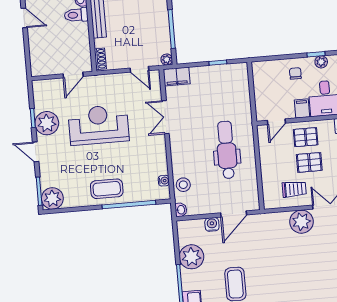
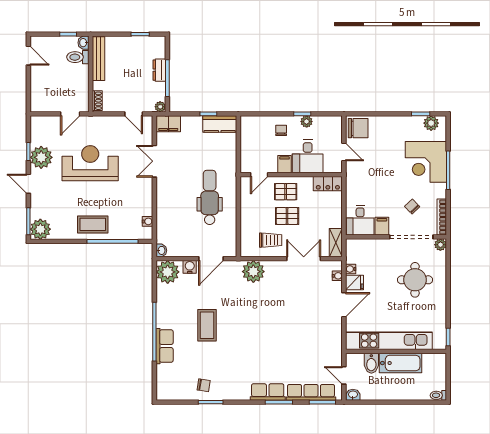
dresser: (163, 21) -> (159, 70), added
kitchen counter: (231, 72) -> (220, 124), added
stool: (183, 185) -> (166, 227), removed
plant: (301, 222) -> (253, 272), moved
plant: (191, 257) -> (168, 272), moved

